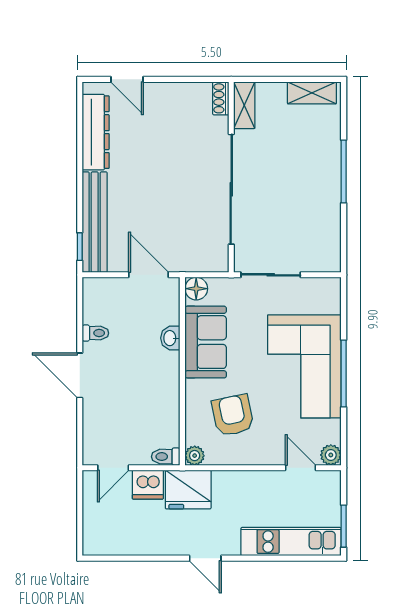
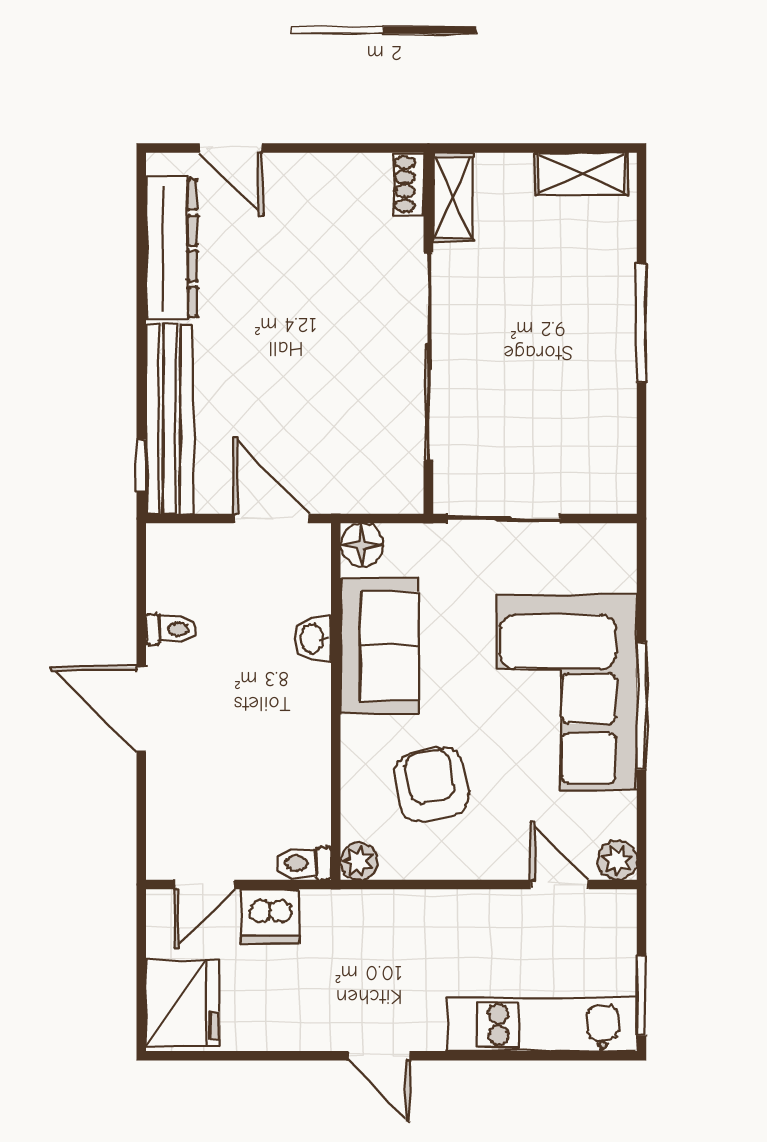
fridge: (188, 490) -> (183, 1003), moved, turned -90

